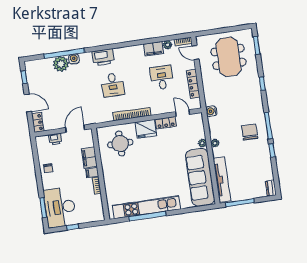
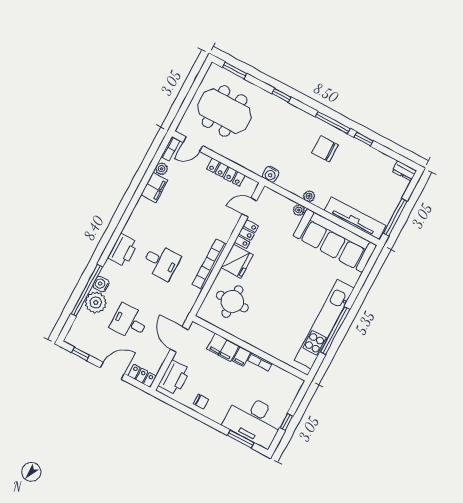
desk: (162, 78) -> (129, 322), moved
printer: (55, 139) -> (174, 377), width x1.87, depth x1.48

